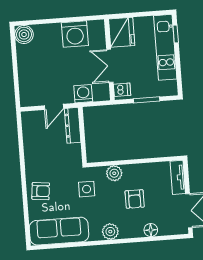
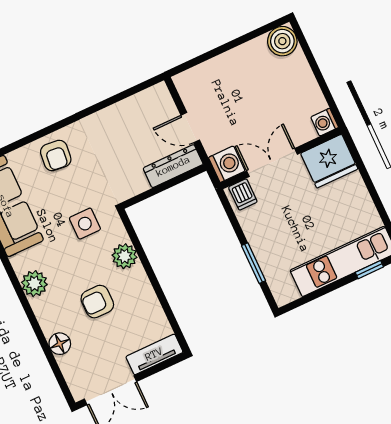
fridge: (122, 32) -> (329, 161), moved
washing machine: (75, 34) -> (325, 122), width x0.53, depth x0.53
wall: (109, 60) -> (281, 158), moved
double door: (110, 66) -> (272, 163), moved
dishwasher: (122, 90) -> (243, 194), moved

